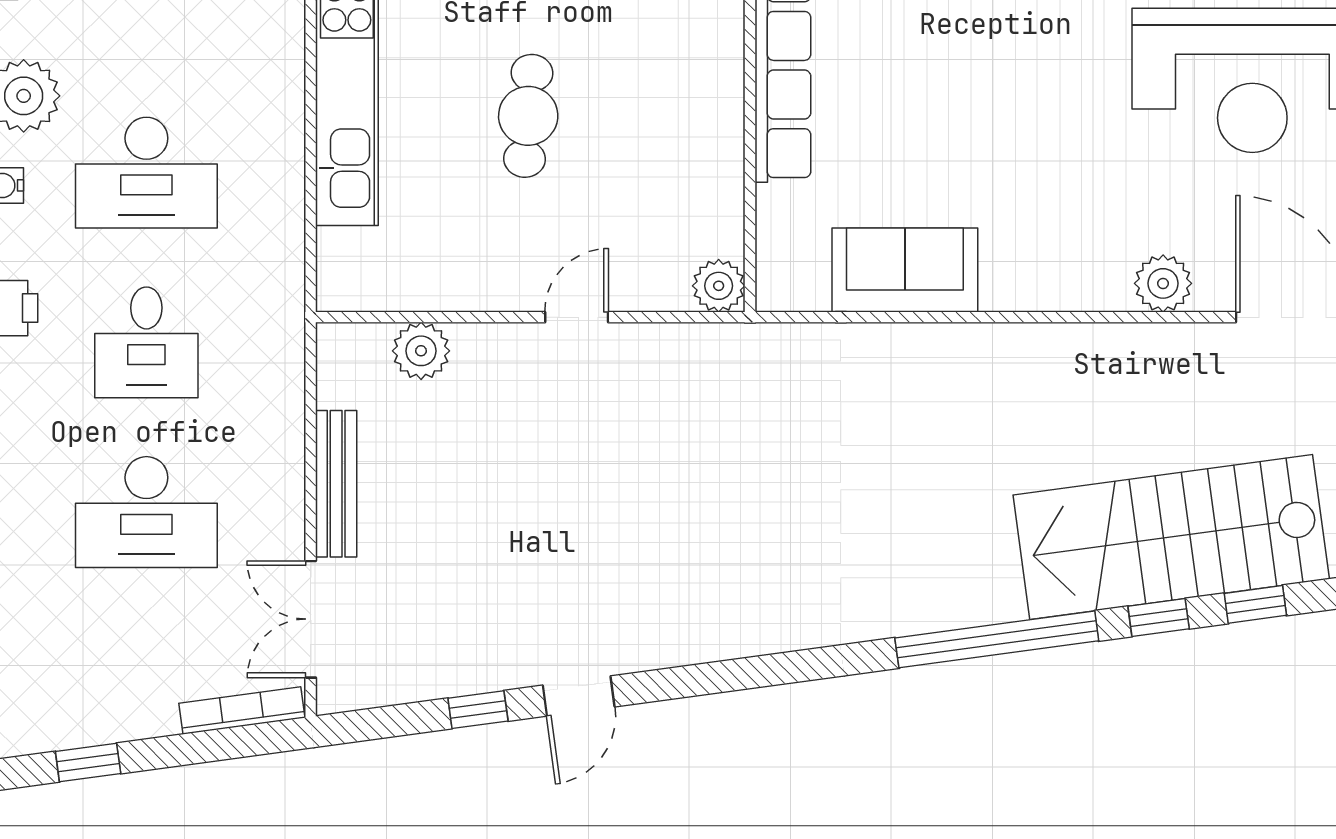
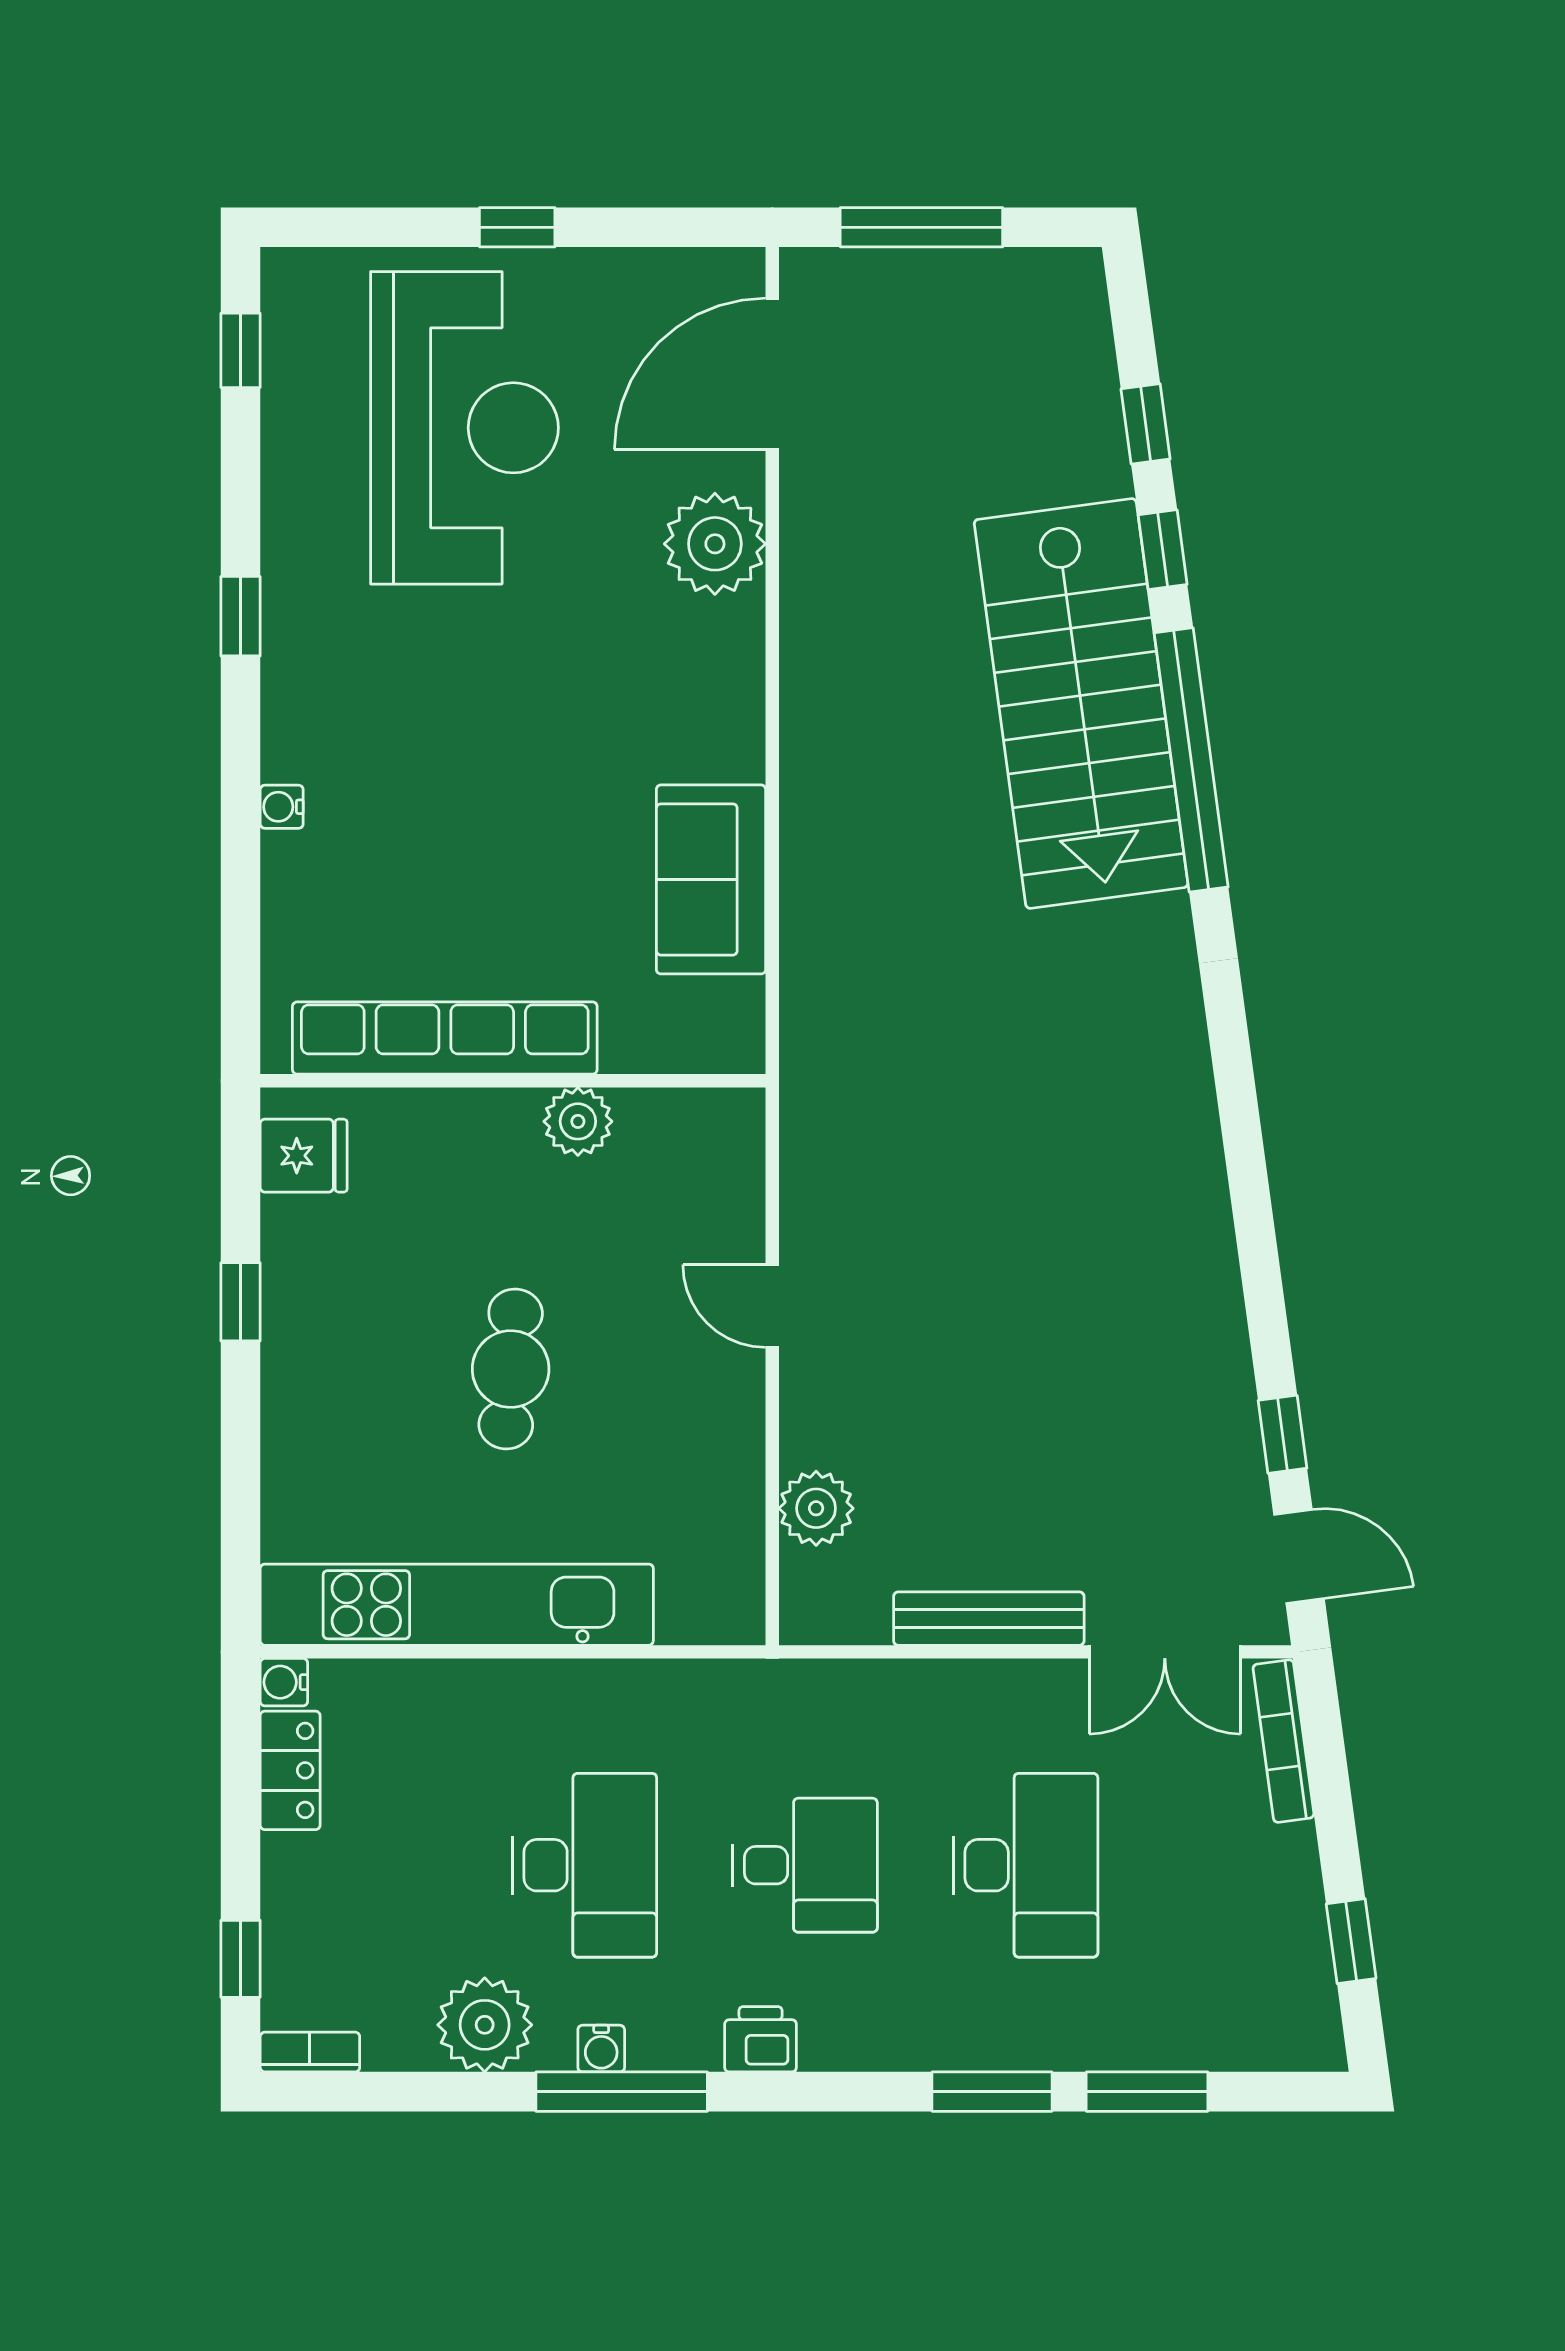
cafe table: (528, 116) -> (511, 1369), turned 90
plant: (1163, 283) -> (715, 544), width x1.36, depth x1.36
plant: (719, 286) -> (578, 1121), moved
stairs: (1171, 537) -> (1081, 703), moved
door: (579, 696) -> (1299, 1556), moved

